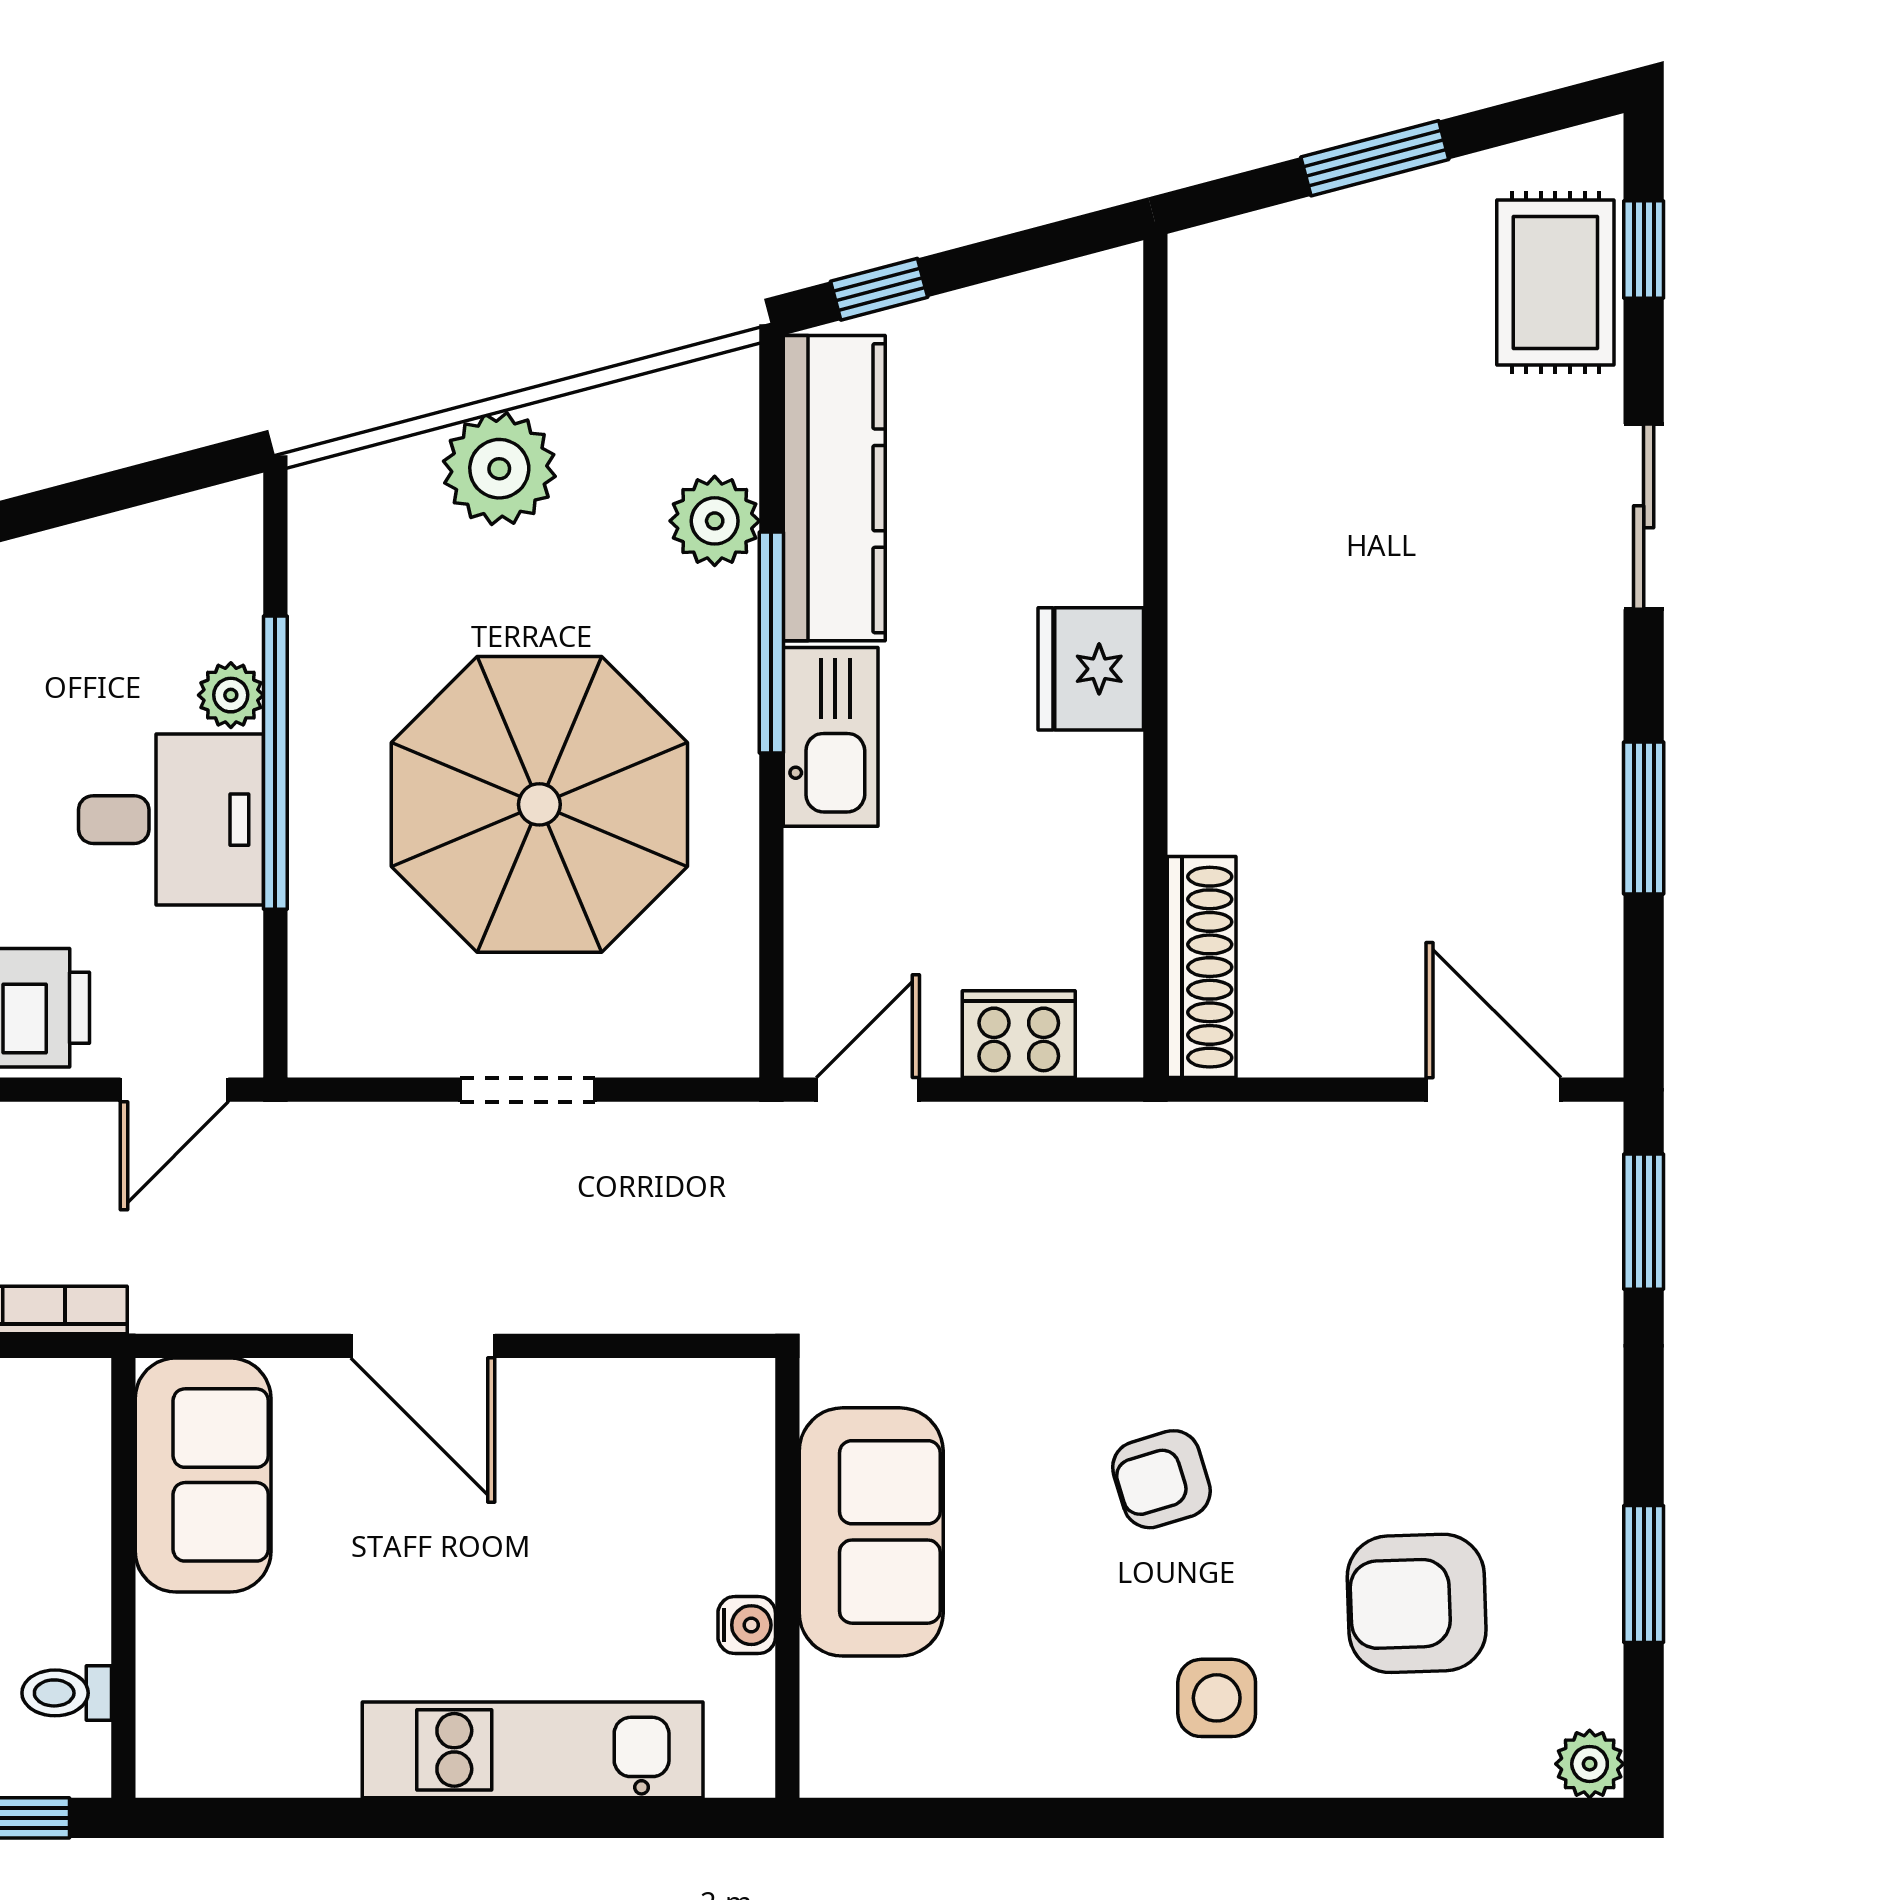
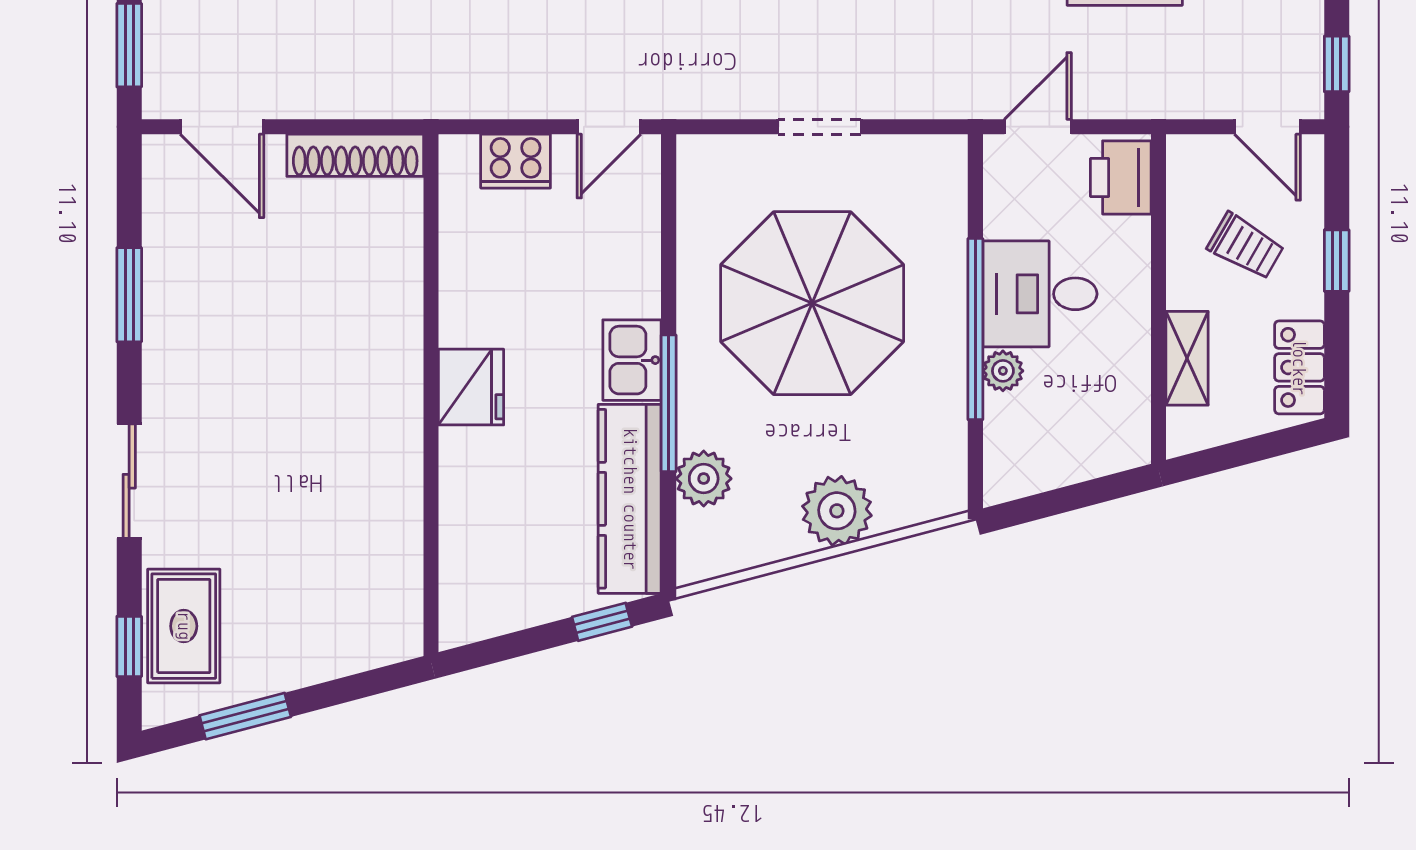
window: (1375, 158) -> (245, 716), moved
kitchen sink: (831, 737) -> (632, 360), width x0.73
shoe rack: (1202, 967) -> (355, 155), moved, turned -90

